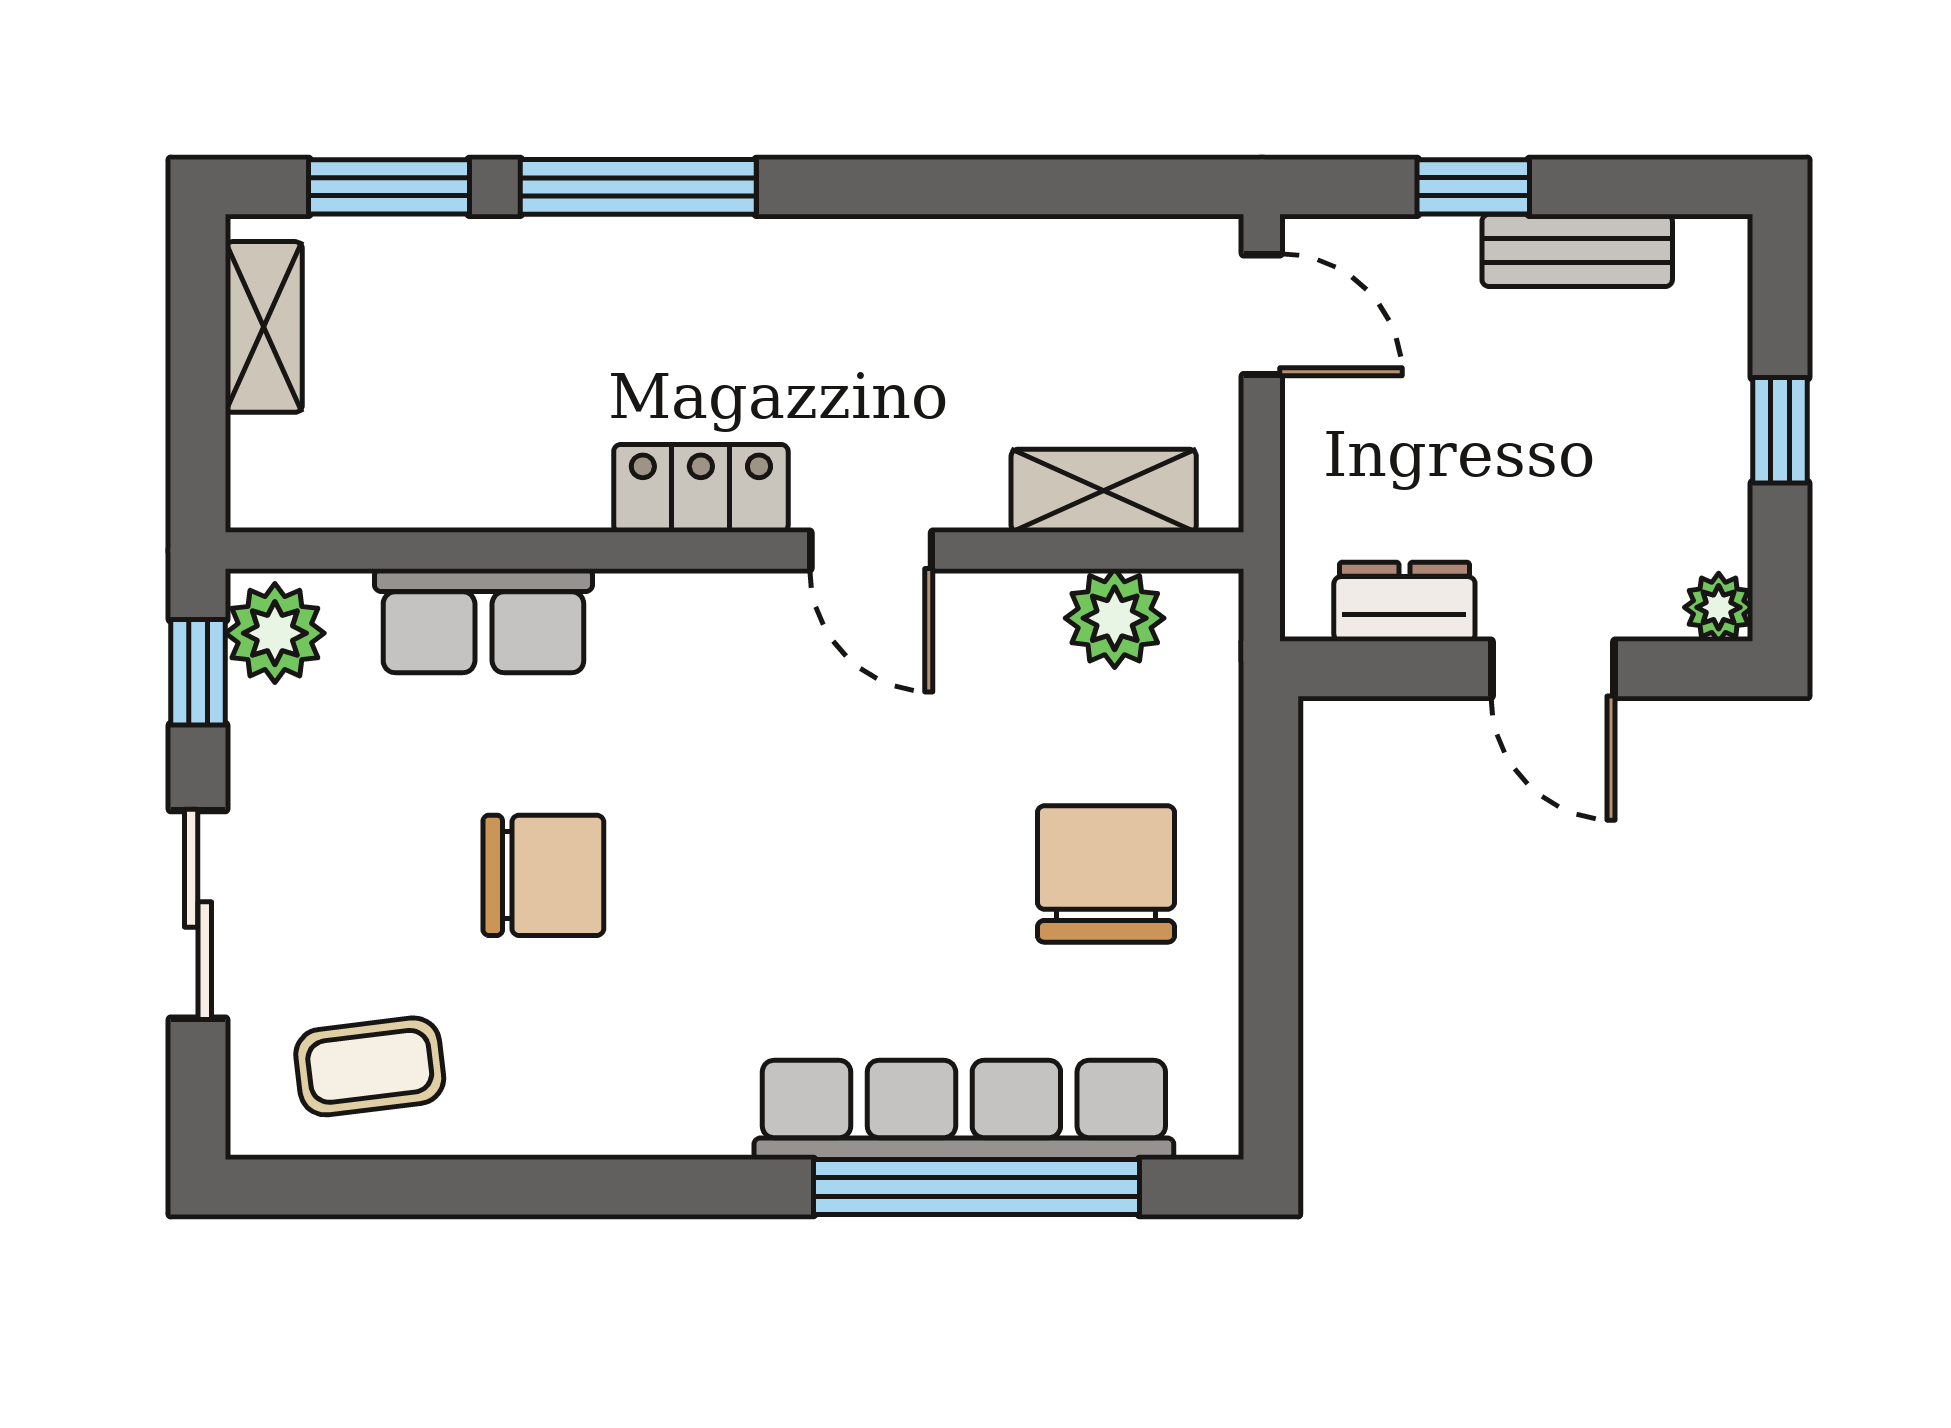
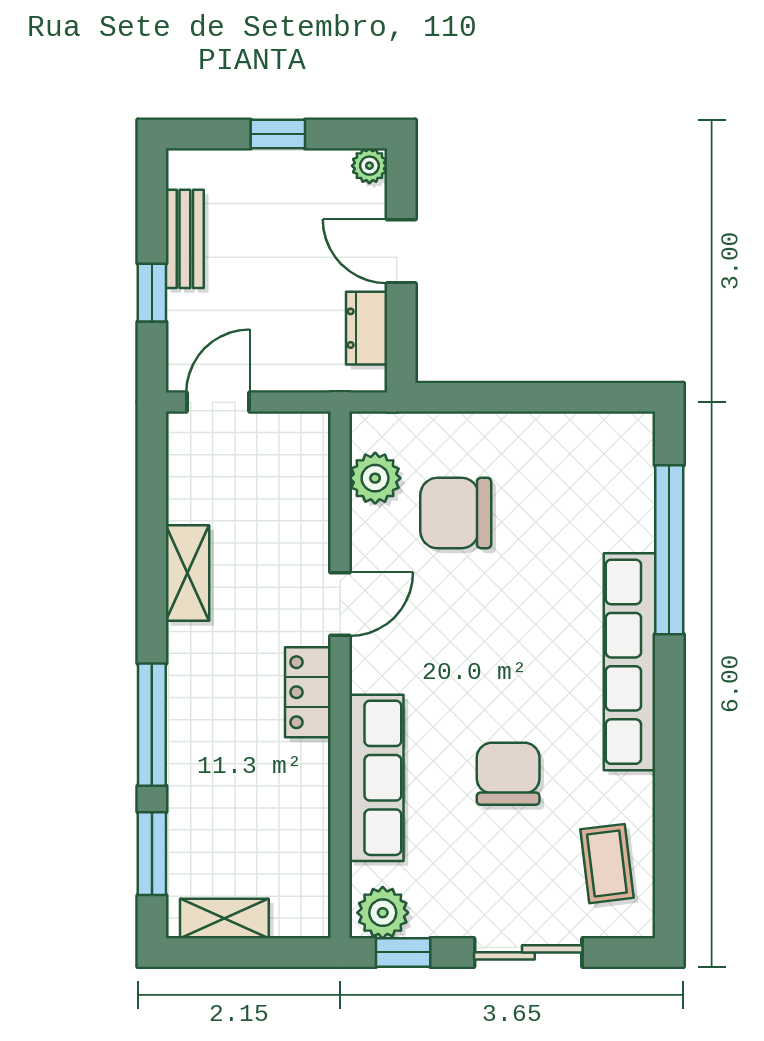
shelving: (1104, 491) -> (188, 573), moved
row of seats: (483, 621) -> (376, 778), width x1.48
door: (1553, 669) -> (401, 251), swing flipped
chair: (1106, 874) -> (456, 513), moved
row of seats: (964, 1110) -> (629, 662), moved

